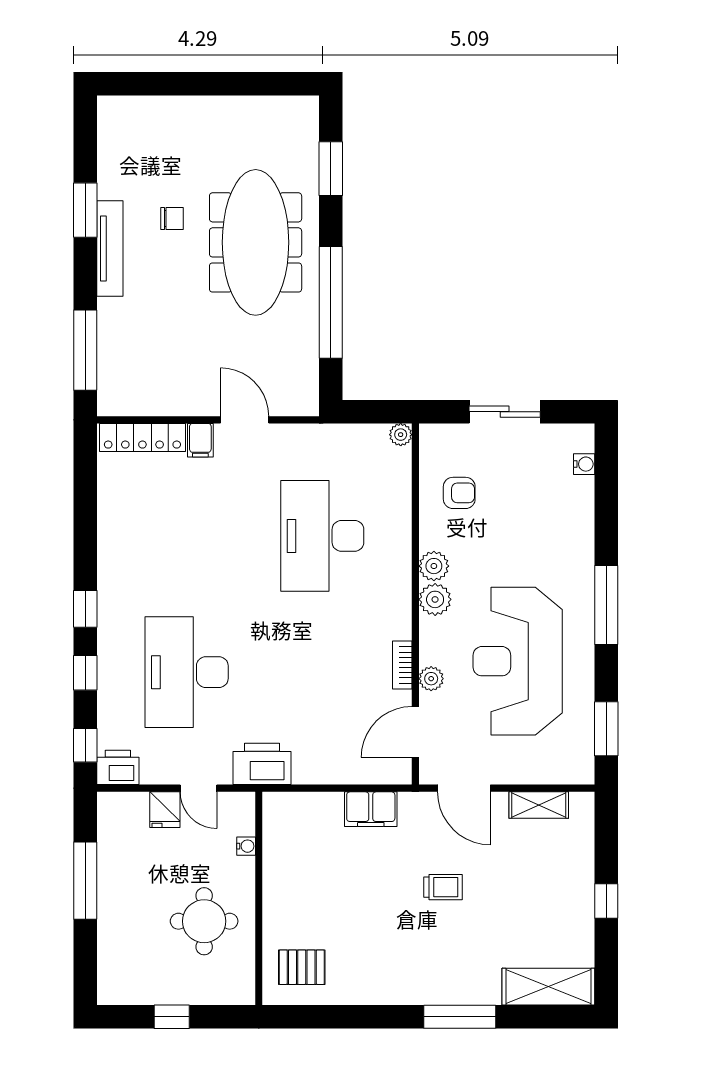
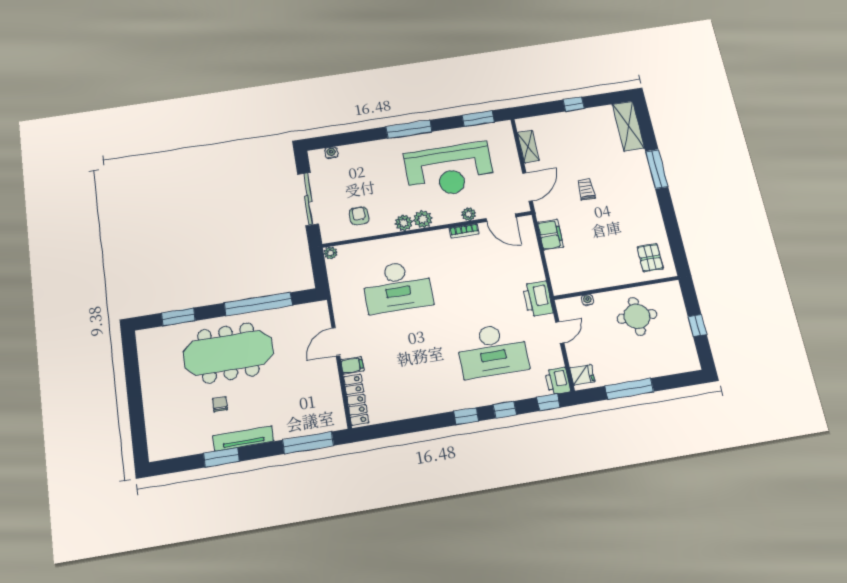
sliding door: (505, 412) -> (308, 199), width x1.37
fridge: (165, 810) -> (582, 375), moved

